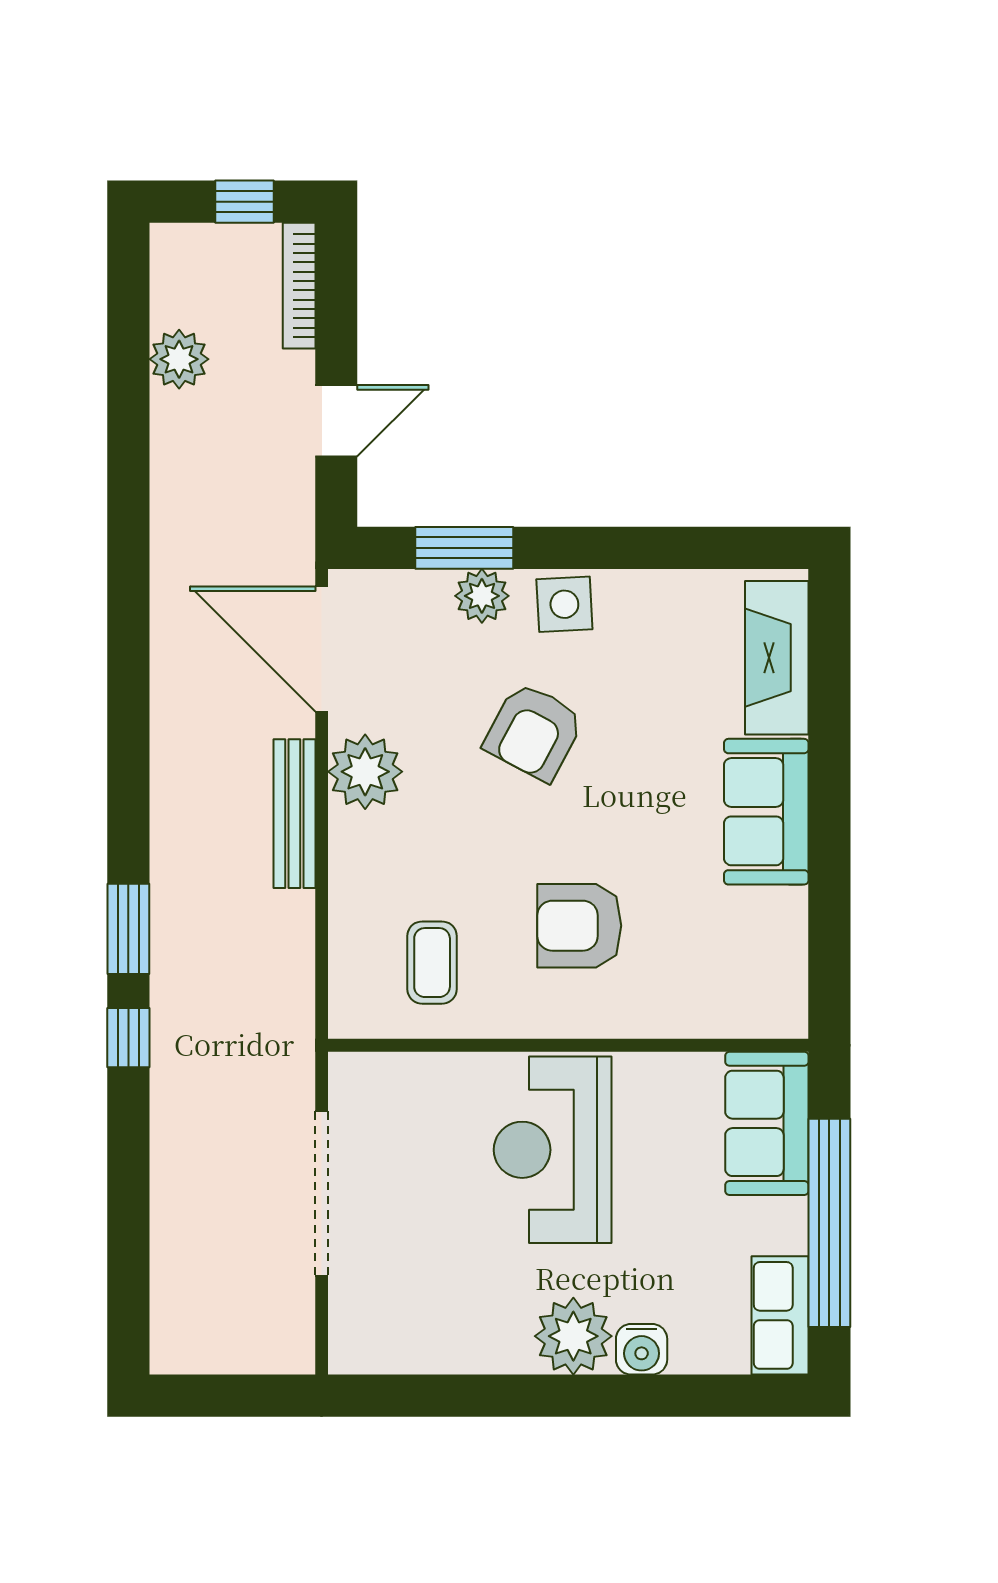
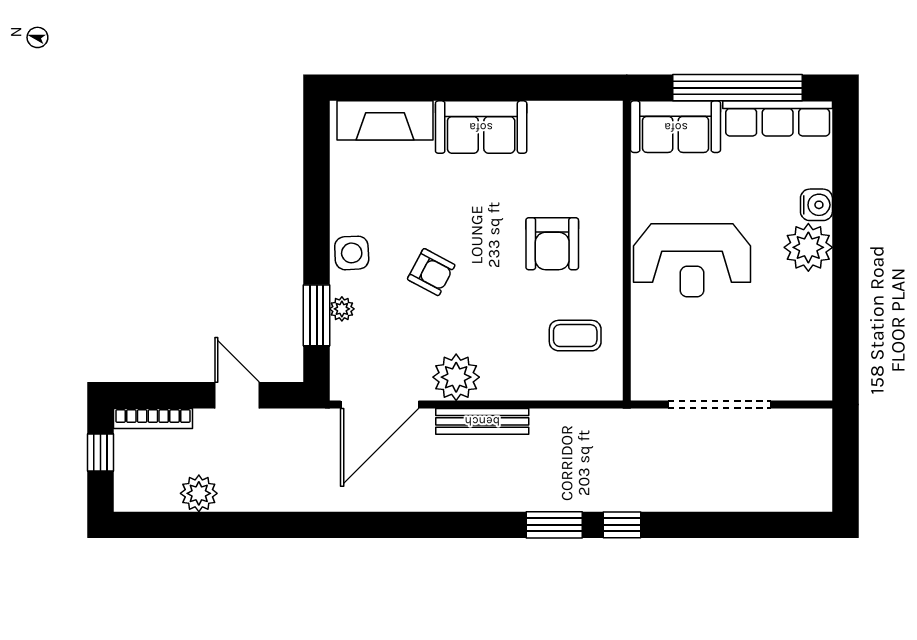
plant: (482, 596) -> (342, 309), width x0.73, depth x0.73
armchair: (534, 732) -> (431, 272), width x0.72, depth x0.72
row of seats: (780, 1315) -> (778, 118), width x1.48

